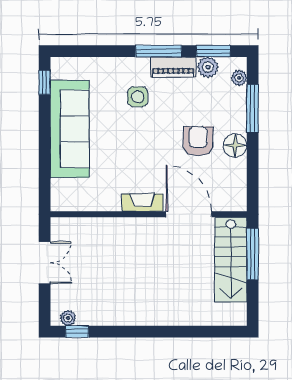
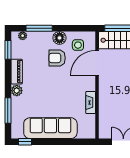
window: (159, 51) -> (8, 111), moved
plant: (208, 67) -> (17, 91), moved
side table: (138, 97) -> (78, 45), moved
fireplace: (142, 203) -> (91, 103), moved

